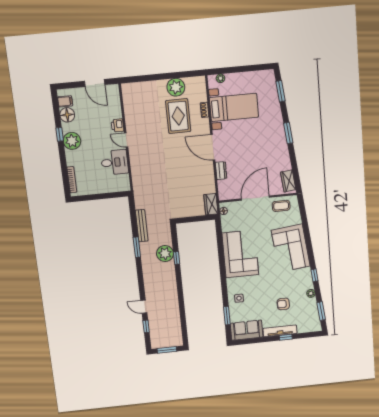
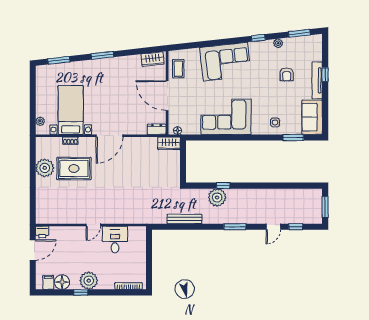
printer: (118, 125) -> (42, 232), moved
dresser: (221, 171) -> (157, 129), moved
window: (137, 247) -> (235, 227), moved

